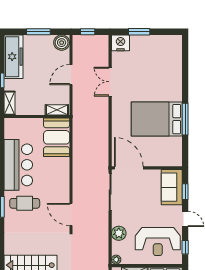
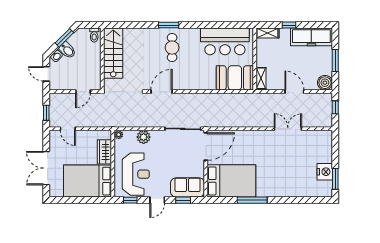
window: (139, 32) -> (335, 179), moved
nightstand: (121, 43) -> (325, 172), moved
bed: (157, 119) -> (231, 181), moved, turned 90
bar counter: (18, 165) -> (225, 41), moved
reception desk: (158, 241) -> (136, 174), turned 180

